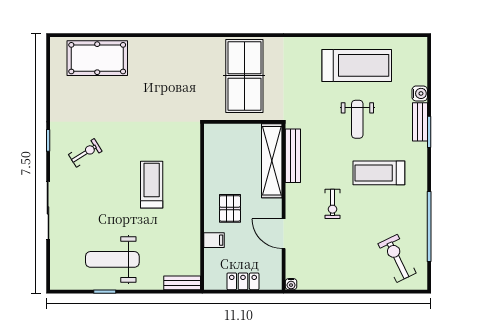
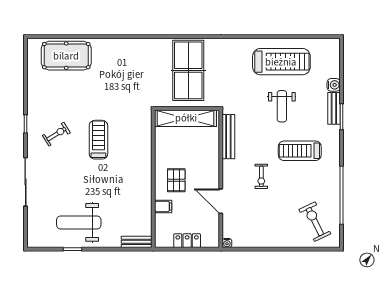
shelving: (272, 161) -> (186, 118), moved, turned 90
treadmill: (152, 185) -> (98, 140), moved

